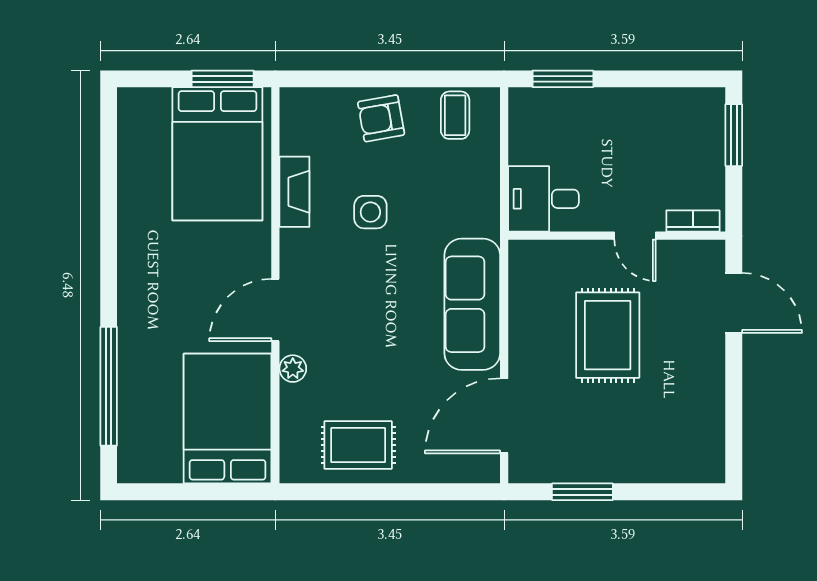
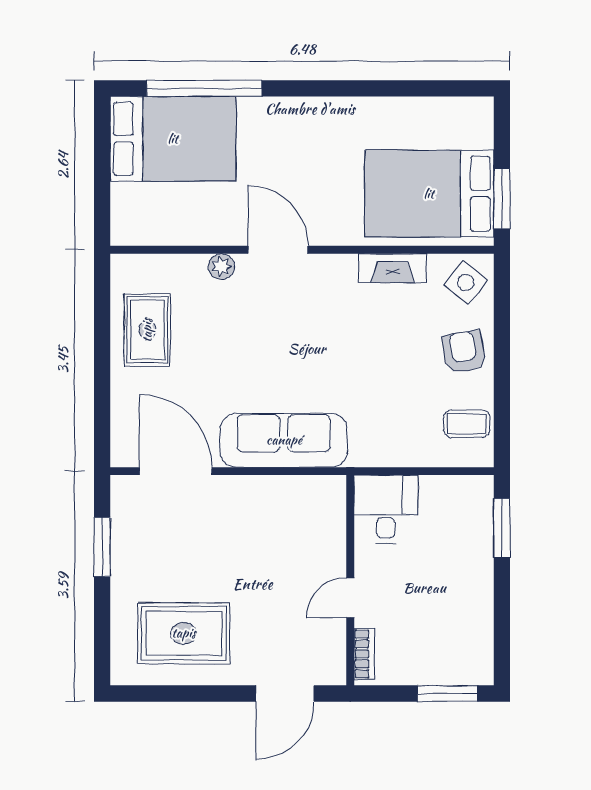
side table: (370, 212) -> (466, 283), moved, turned 38
rug: (608, 335) -> (184, 633), moved
bed: (228, 419) -> (173, 139), moved

